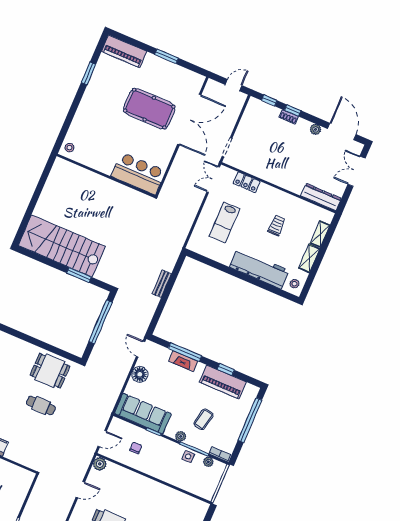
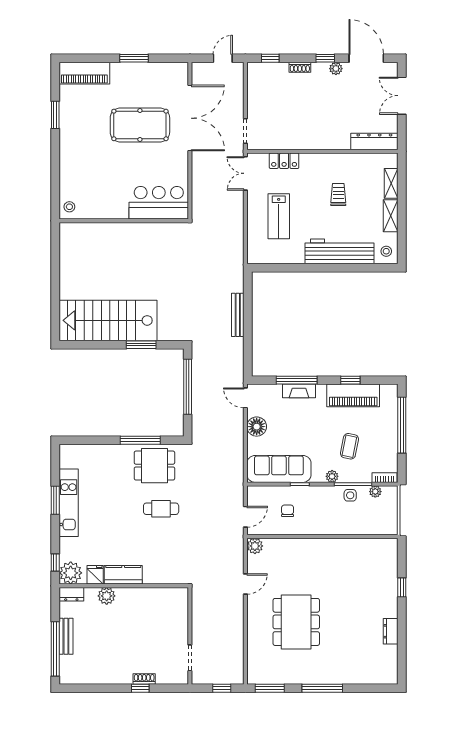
window: (293, 110) -> (325, 58), moved
bench: (162, 284) -> (238, 315), width x1.36
window: (47, 347) -> (140, 440), added

